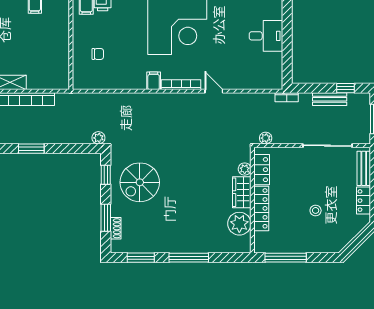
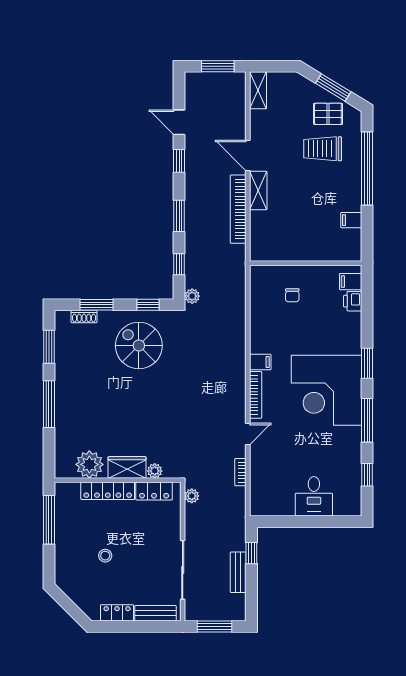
window: (346, 88) -> (251, 553), moved
bookcase: (287, 97) -> (240, 472), moved
window: (72, 149) -> (179, 264), added

